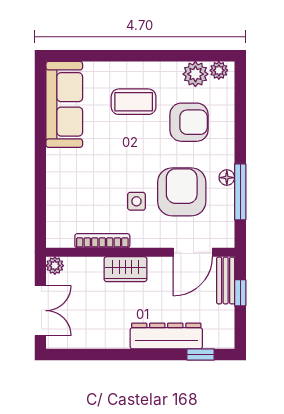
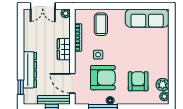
coffee table: (134, 102) -> (101, 24), moved
armchair: (189, 122) -> (138, 81), turned 180
bench: (226, 280) -> (54, 100), width x1.36

